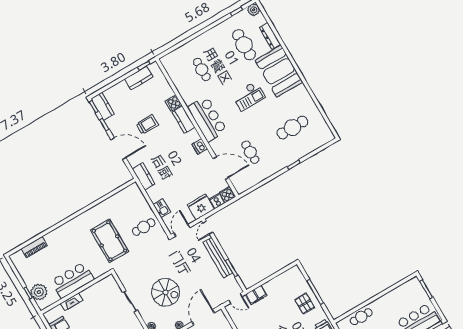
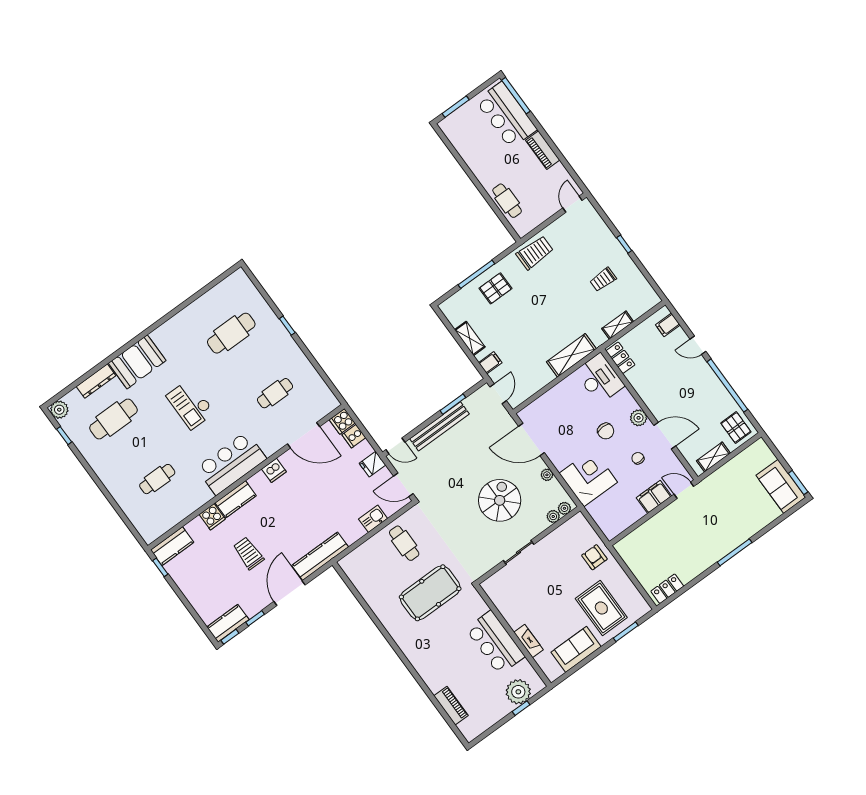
booth: (279, 71) -> (137, 362), width x0.73, depth x0.70
kitchen counter: (139, 78) -> (172, 546), moved, turned 90
checkout: (249, 96) -> (190, 404), turned 180
cafe table: (293, 127) -> (231, 333), turned 90
door: (221, 168) -> (303, 435), swing flipped
kitchen counter: (144, 176) -> (320, 556), width x1.50
fridge: (201, 207) -> (373, 464), width x0.53, depth x0.75
shelving: (273, 283) -> (470, 338), added
filing cabinet: (256, 295) -> (490, 363), width x0.50

